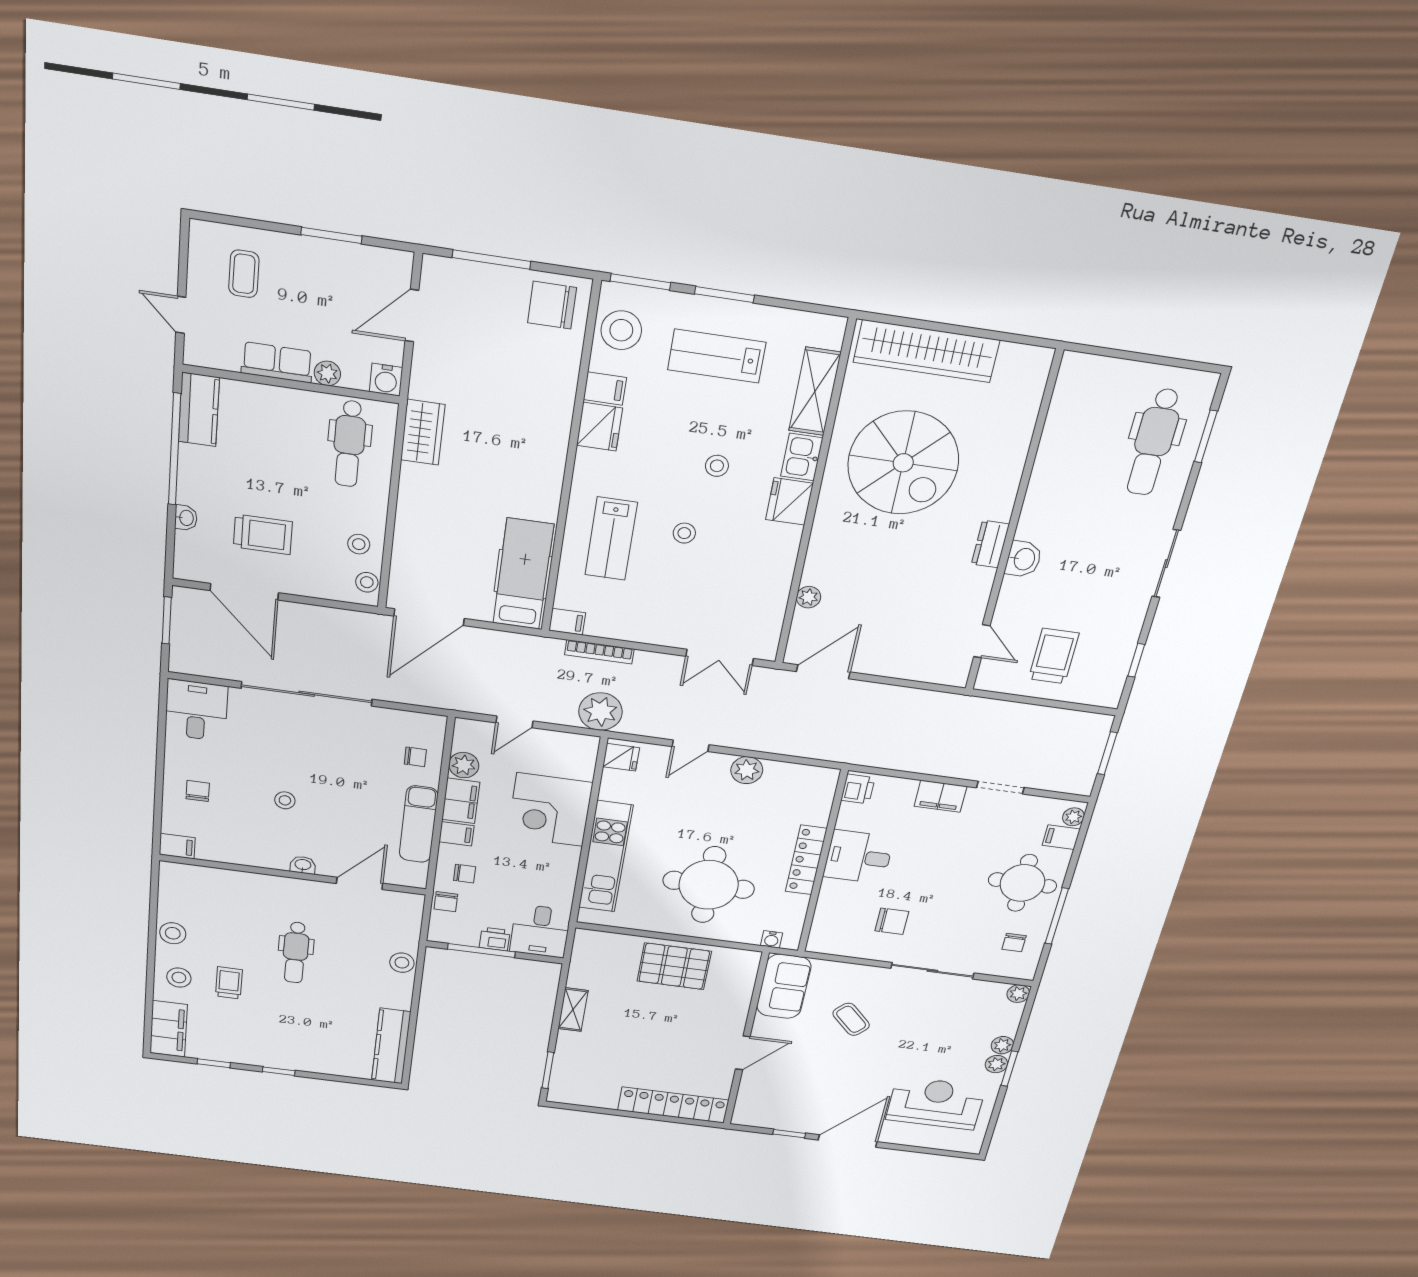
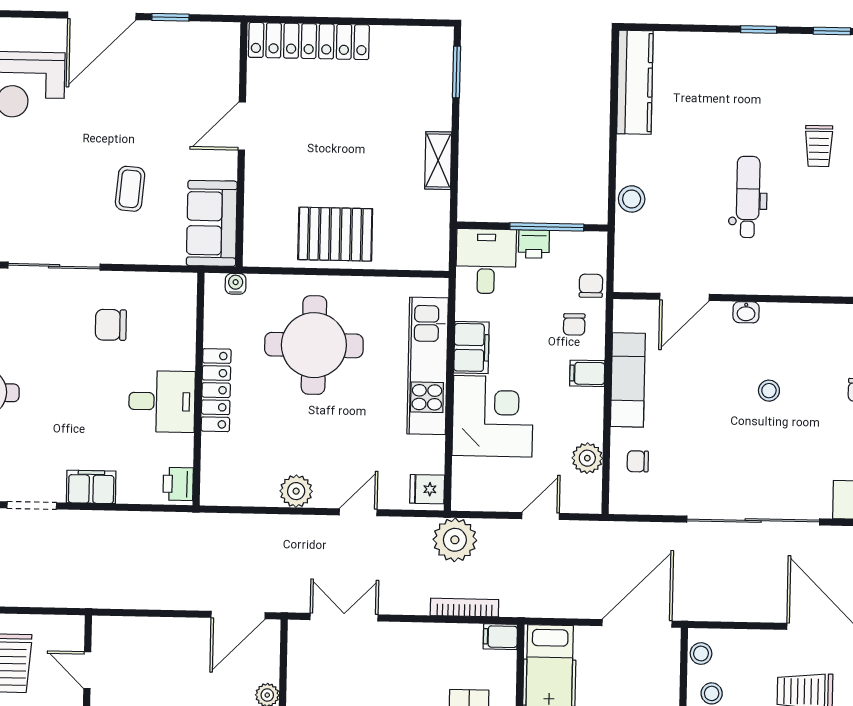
filing cabinet: (461, 801) -> (471, 348), moved, turned 180
chair: (465, 874) -> (574, 324), turned -90
coffee table: (851, 1019) -> (130, 189), turned 50

